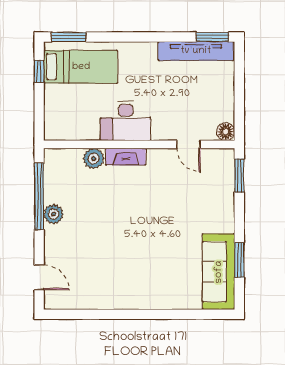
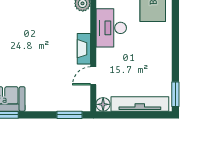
tv unit: (196, 51) -> (140, 104), moved, turned 90
fireplace: (126, 157) -> (84, 49), moved

